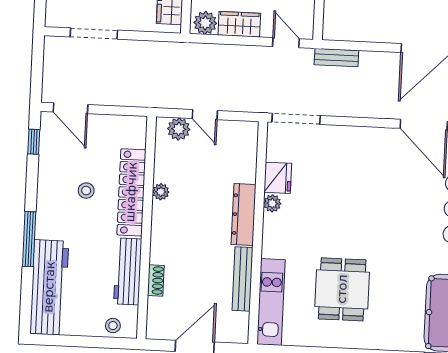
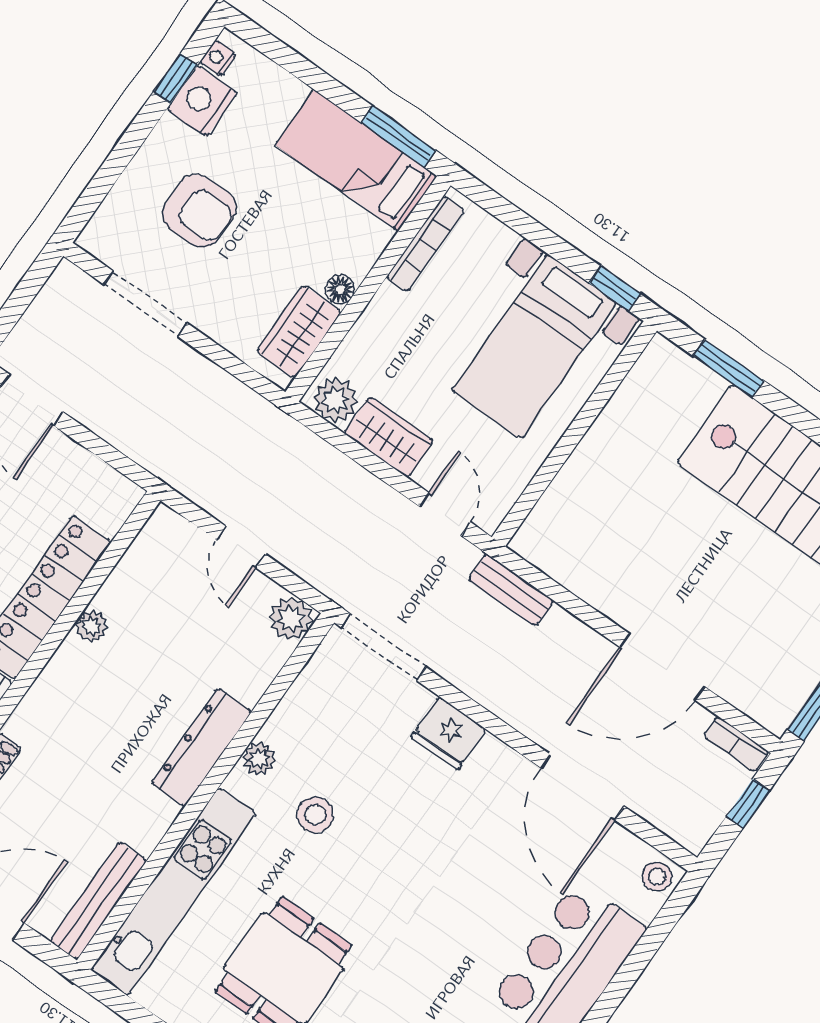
plant: (179, 129) -> (291, 618), moved
fridge: (278, 178) -> (449, 733), moved, turned 90
stool: (313, 212) -> (315, 815), added
bench: (242, 279) -> (98, 901), moved
kitchen unit: (271, 302) -> (173, 892), width x1.36

